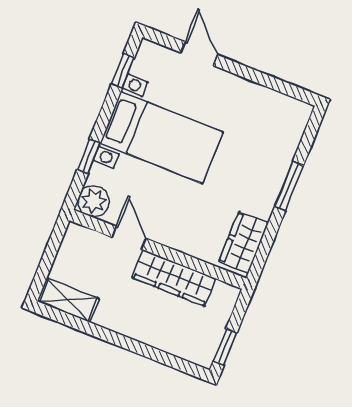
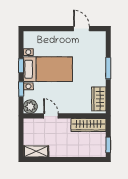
door: (199, 54) -> (81, 29), moved
window: (123, 71) -> (21, 66), moved
wardrobe: (174, 278) -> (88, 125), moved

